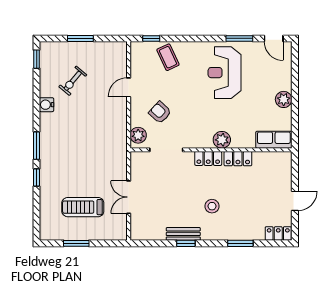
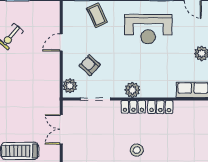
reception desk: (225, 73) -> (148, 29), turned -90
plant: (222, 140) -> (132, 90), moved
double door: (129, 197) -> (61, 129), moved

